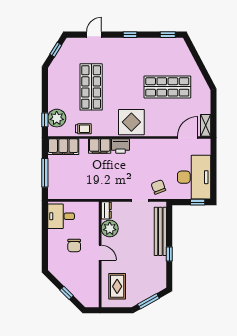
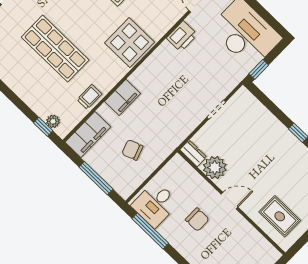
plant: (57, 118) -> (53, 121), width x0.53, depth x0.53
printer: (120, 146) -> (182, 36), moved
chair: (158, 187) -> (132, 150), moved
window: (198, 202) -> (259, 69), moved
window: (45, 227) -> (150, 231), added
bench: (160, 231) -> (267, 120), removed

